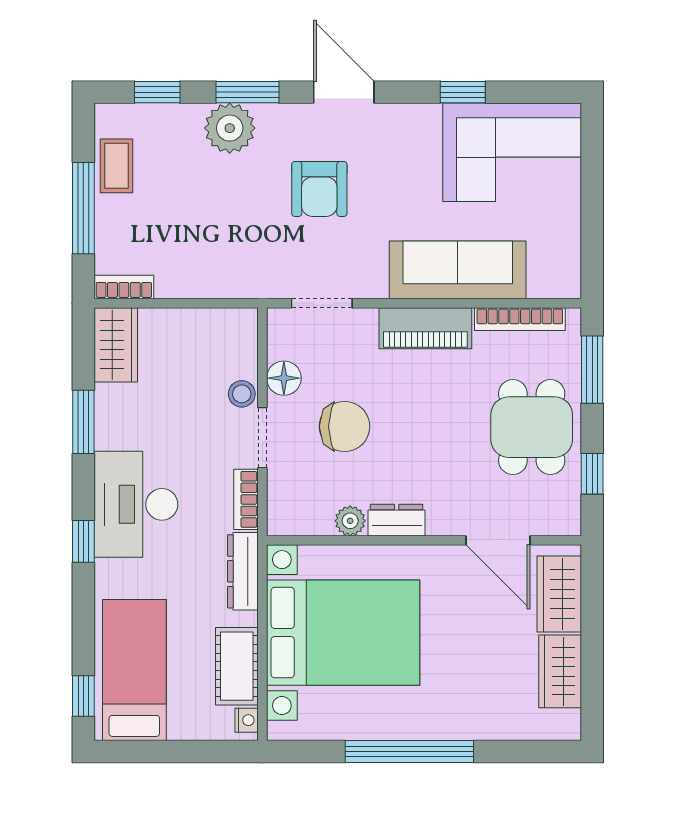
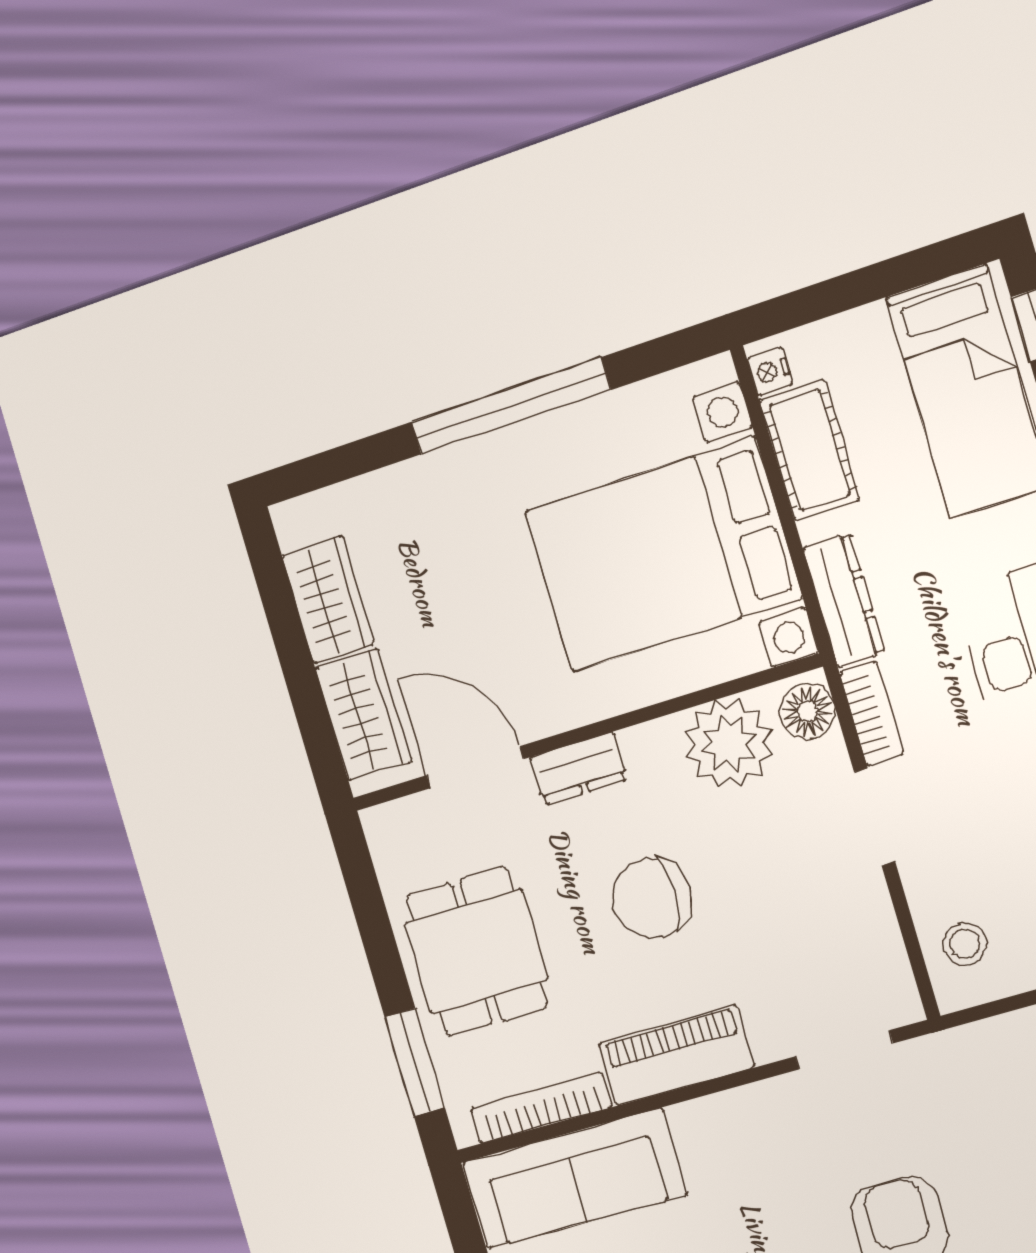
sofa: (458, 270) -> (575, 1179), moved
floor lamp: (284, 378) -> (807, 711), moved
stool: (242, 394) -> (965, 944), moved
chair: (345, 426) -> (652, 898), moved
window: (592, 474) -> (369, 908), removed
dresser: (397, 520) -> (579, 769), moved
plant: (350, 521) -> (729, 743), width x1.87, depth x1.87

